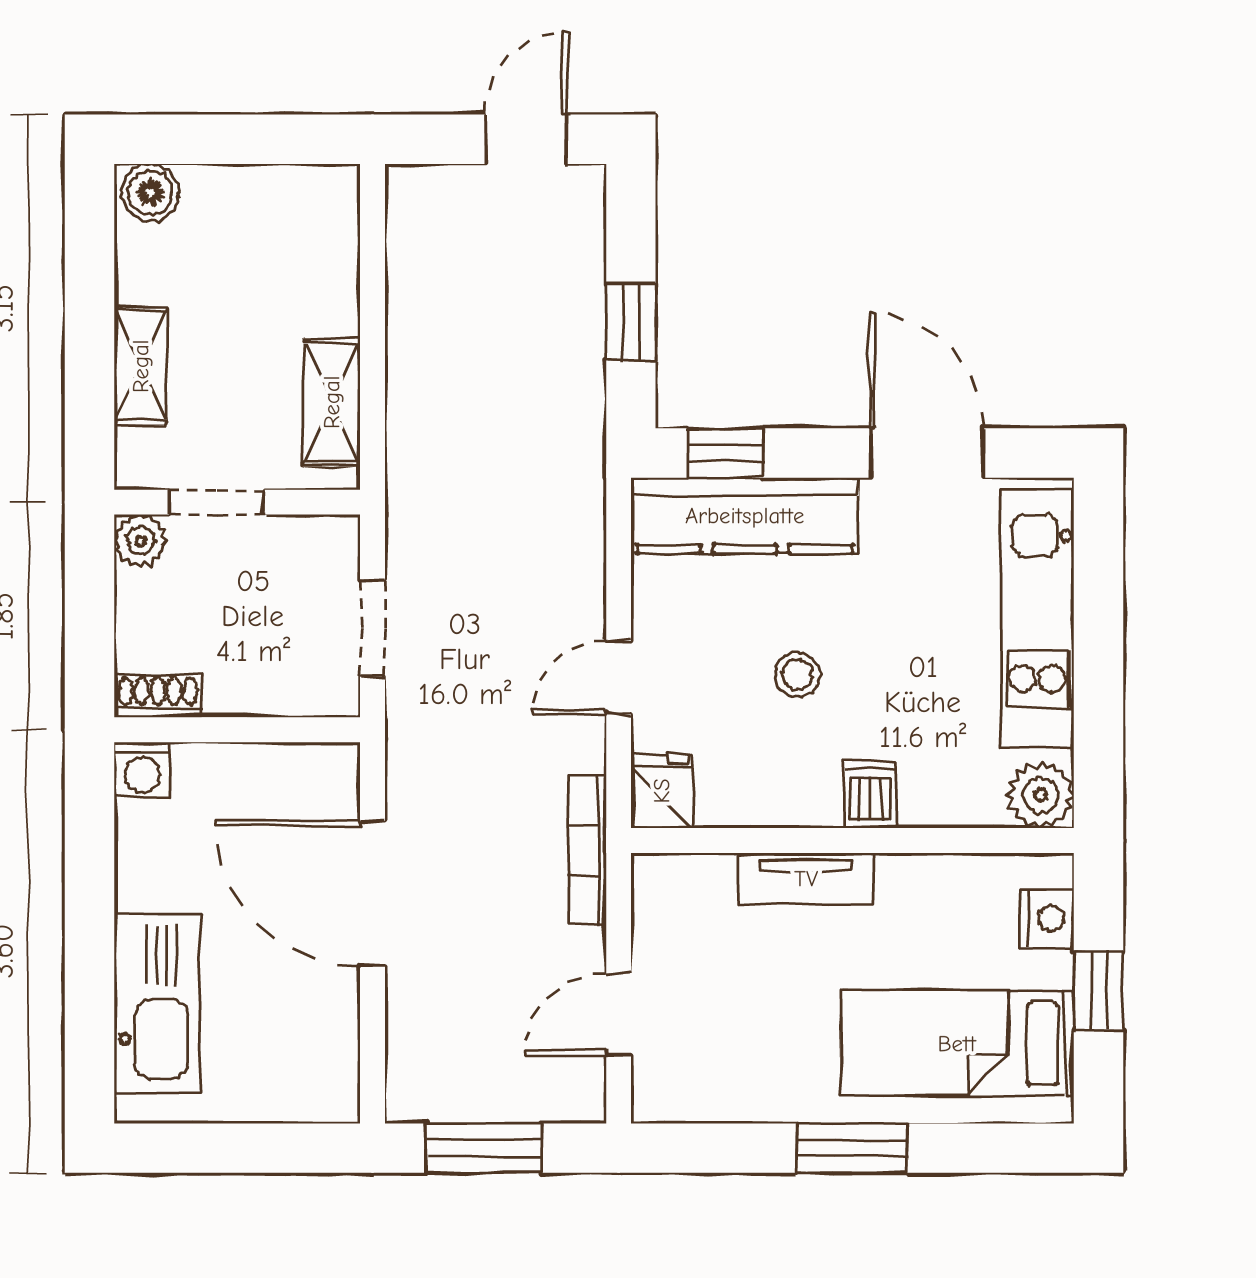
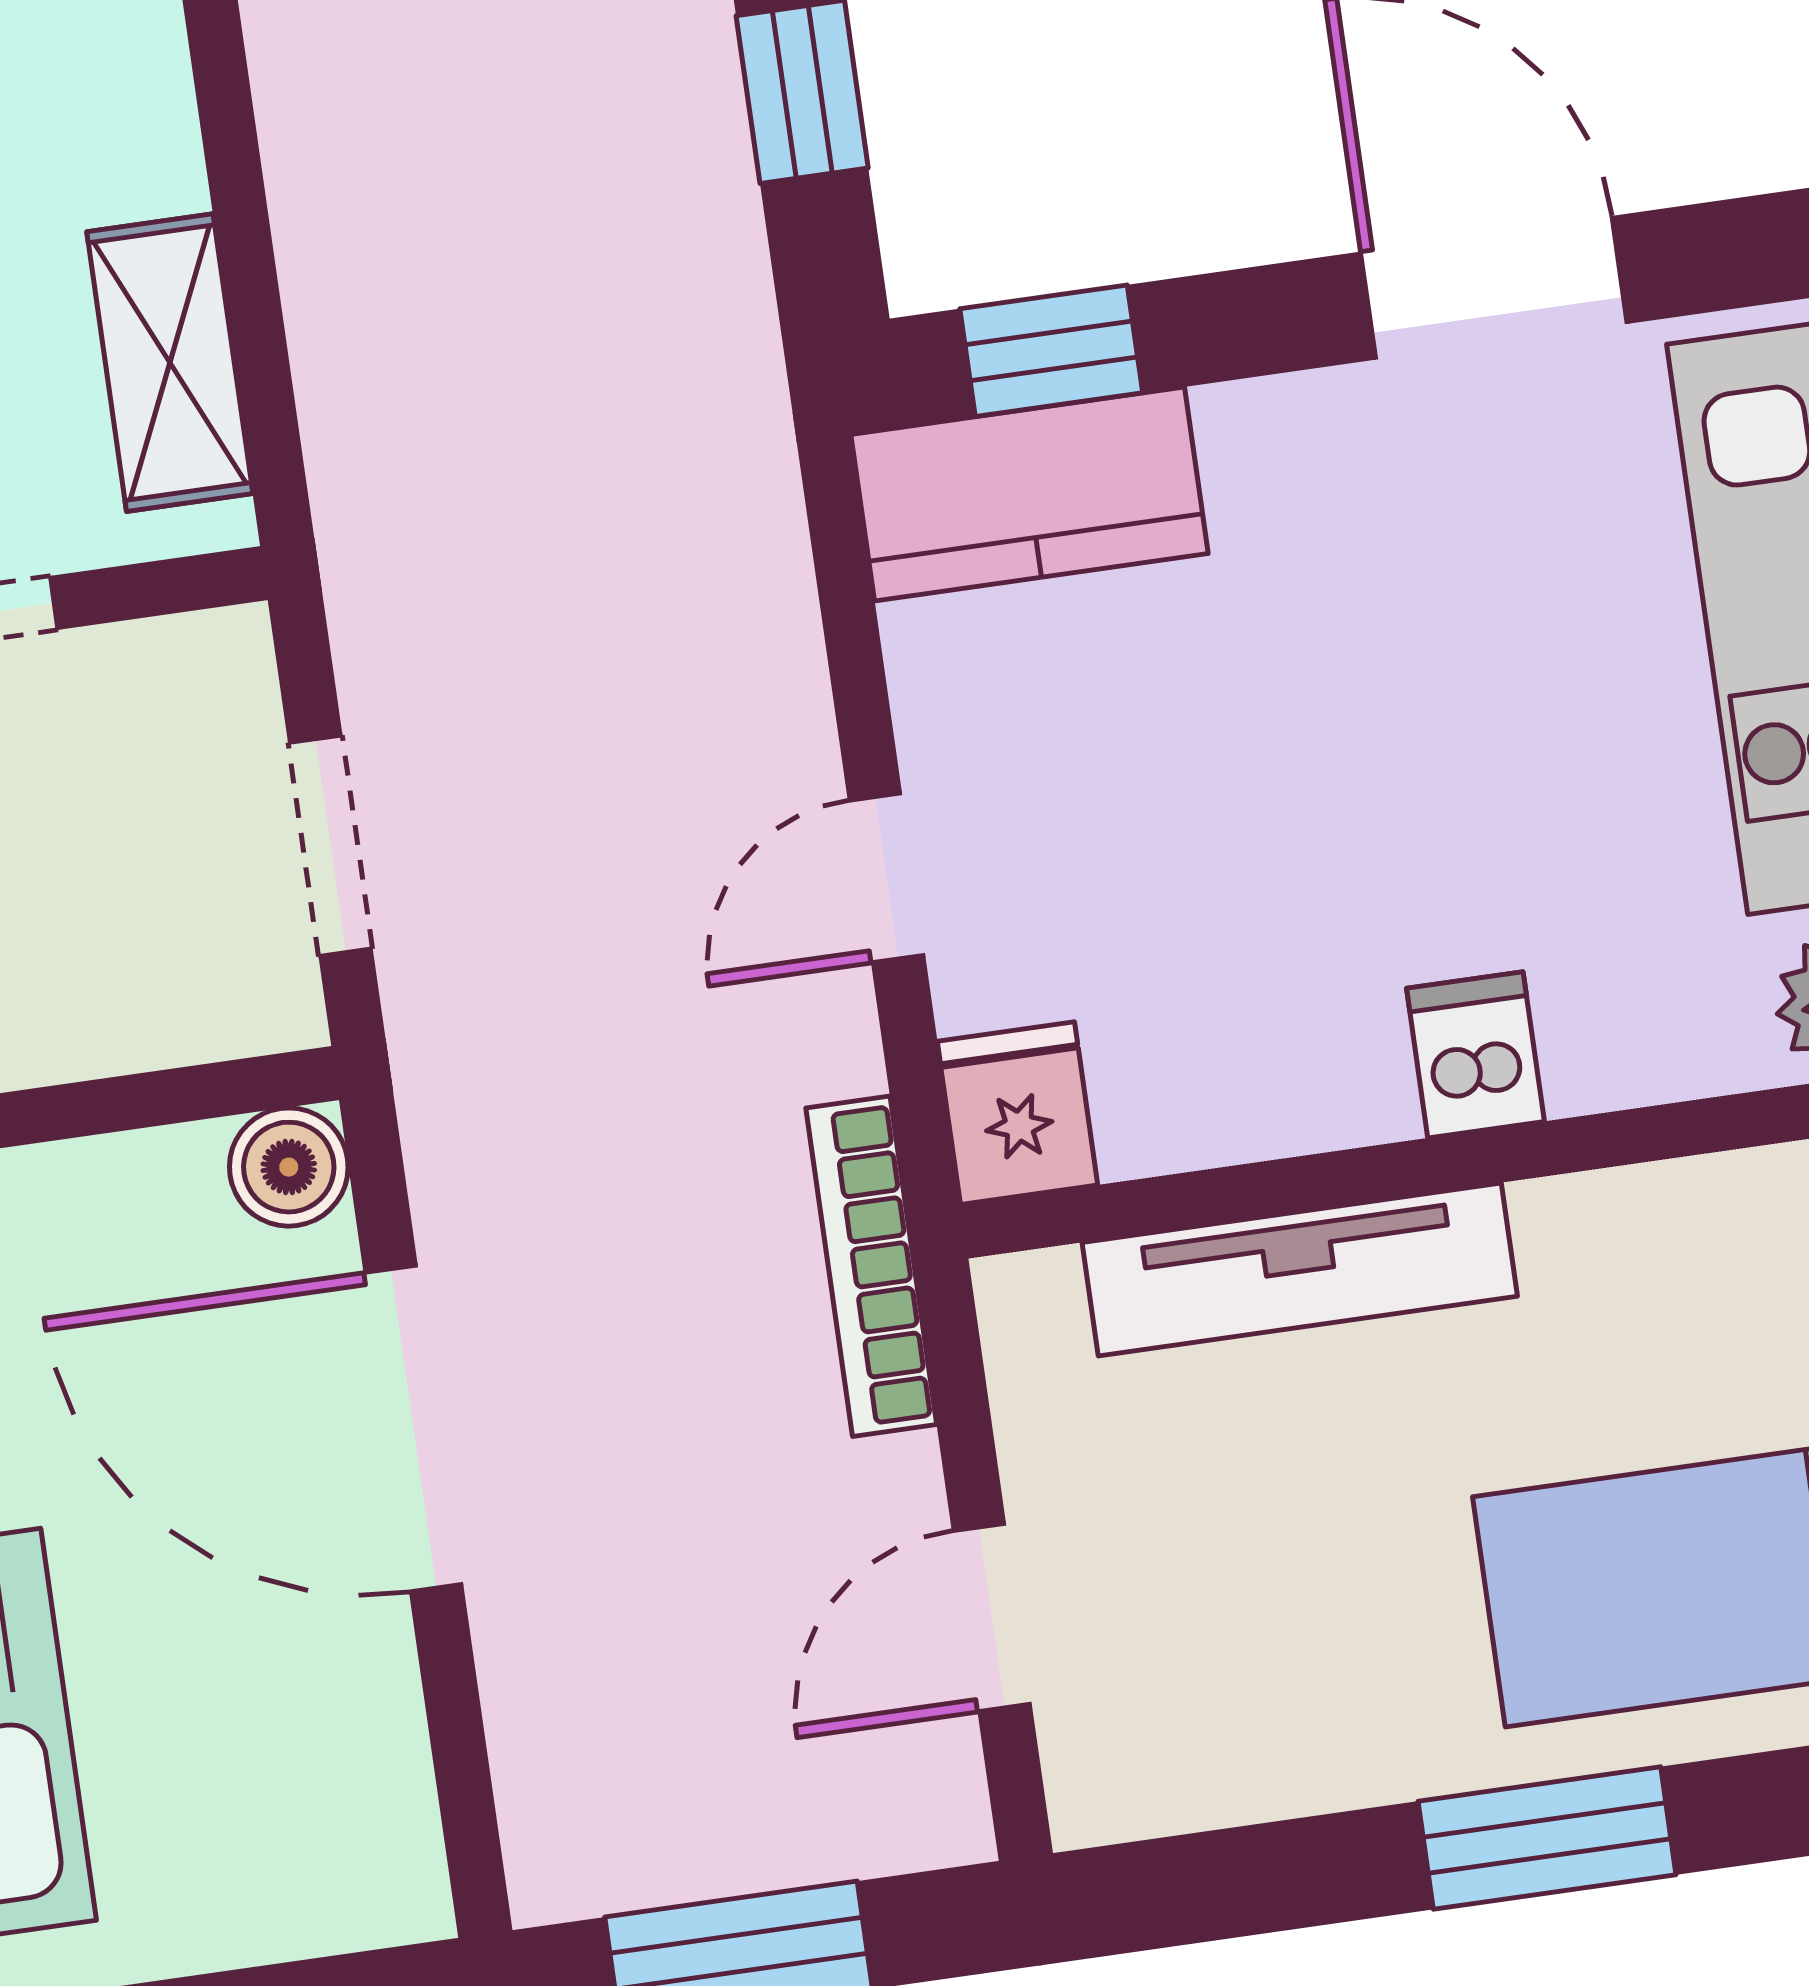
kitchen counter: (745, 516) -> (1030, 494), width x0.67
stool: (797, 675) -> (1278, 816), removed
boiler: (334, 769) -> (289, 1167), added
tv unit: (806, 879) -> (1300, 1269), width x1.41

